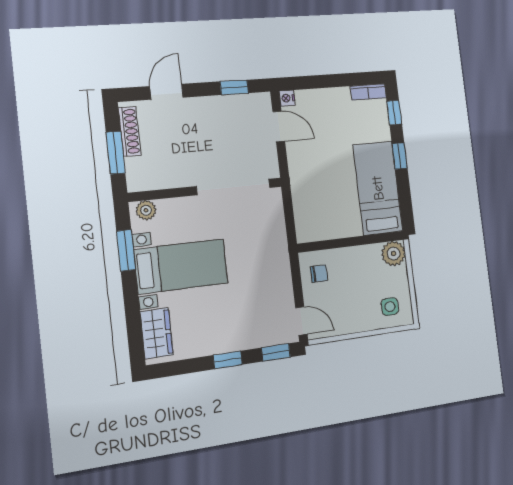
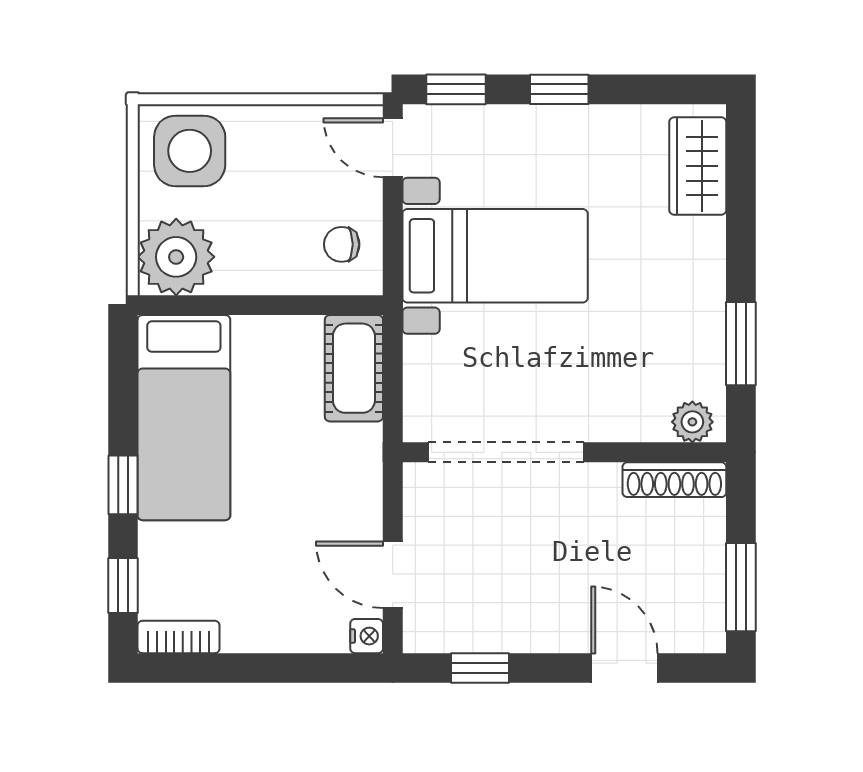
door: (166, 92) -> (624, 668), swing flipped
shoe rack: (129, 131) -> (674, 480), moved, turned -90
window: (116, 153) -> (741, 587), moved
cot: (307, 218) -> (354, 368), added
plant: (394, 254) -> (176, 257), width x1.36, depth x1.36
bed with nightstands: (181, 266) -> (495, 256), moved, turned 180
side table: (390, 307) -> (190, 151), width x1.87, depth x1.87

